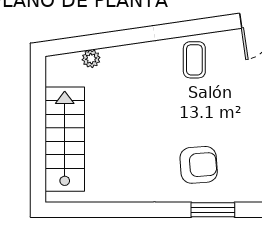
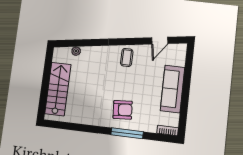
window: (213, 210) -> (127, 133), width x1.44

